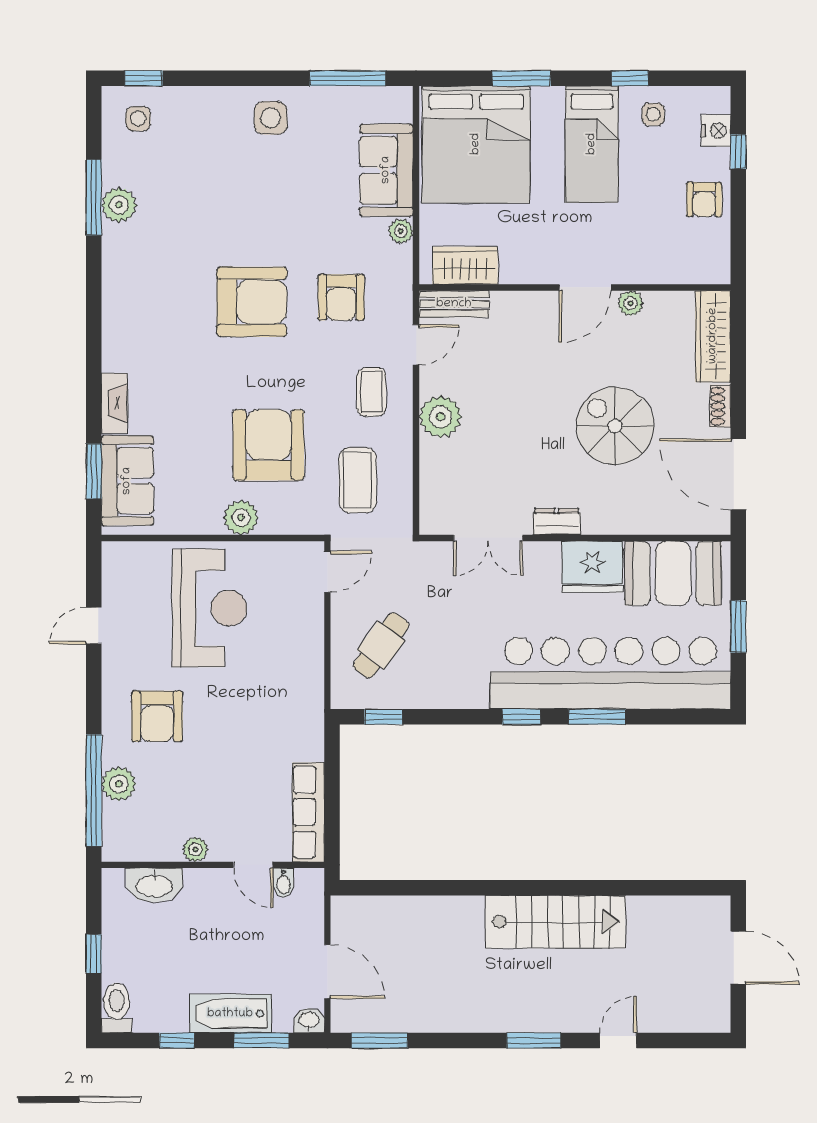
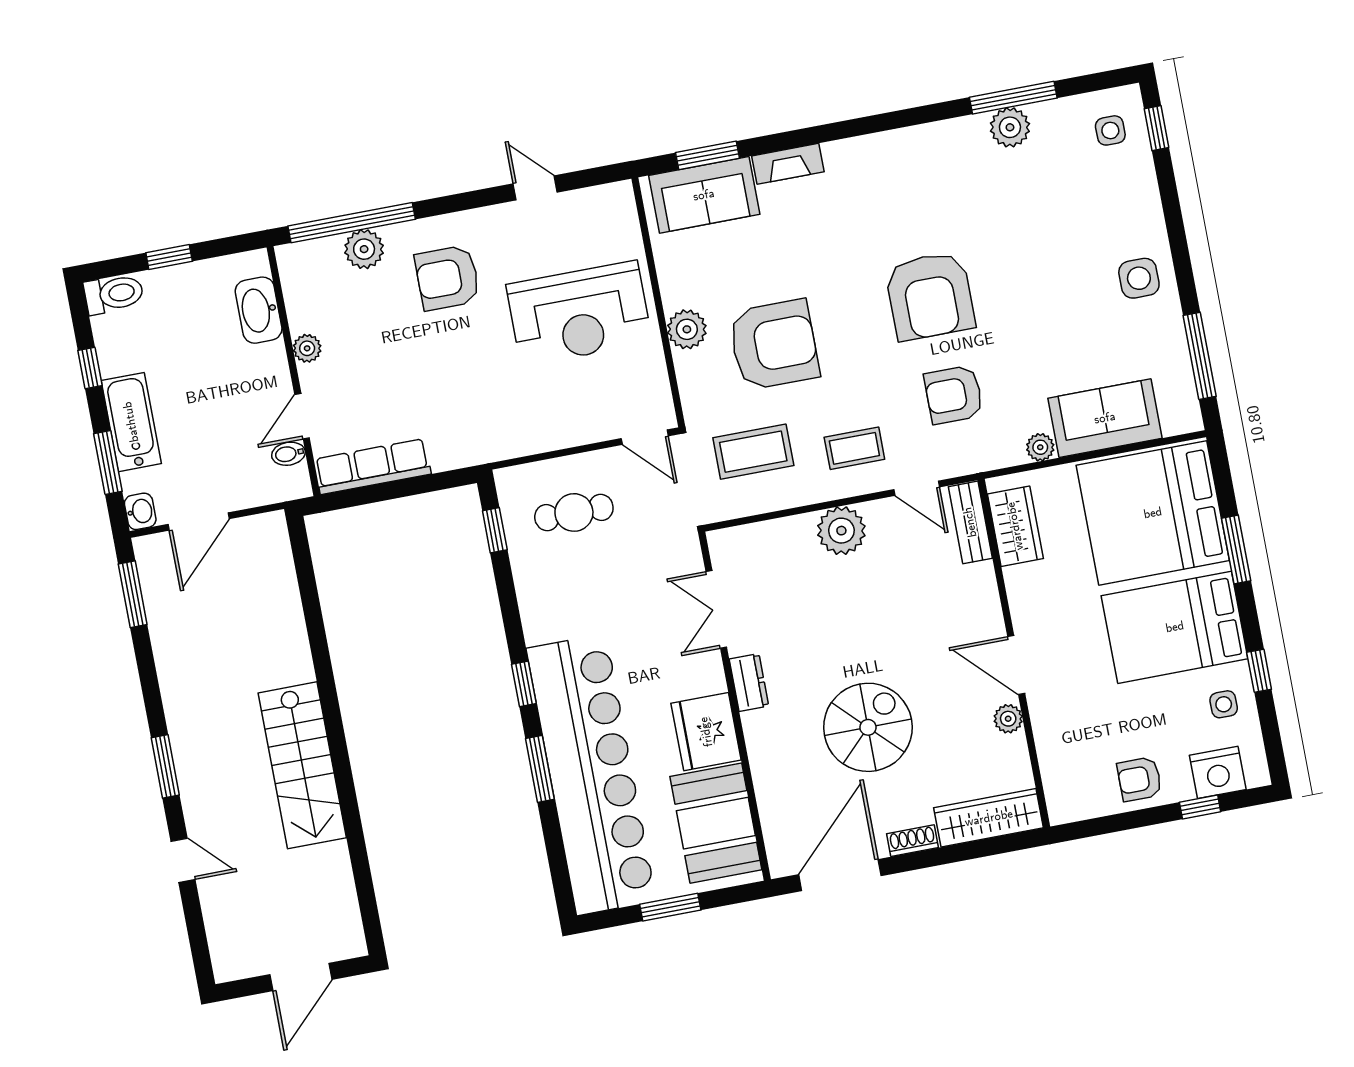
nightstand: (716, 131) -> (1218, 772), width x1.36, depth x1.33
bed: (592, 144) -> (1175, 627), width x1.50
cafe table: (381, 645) -> (574, 512), turned -36

